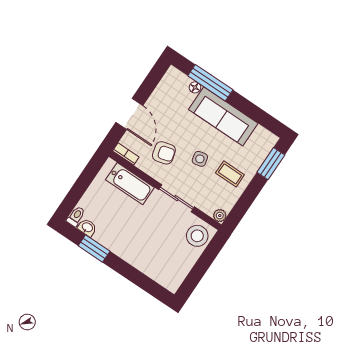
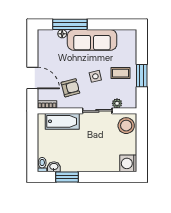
window: (271, 164) -> (142, 76), moved
plant: (220, 216) -> (117, 103), moved
washing machine: (171, 279) -> (128, 163), added

